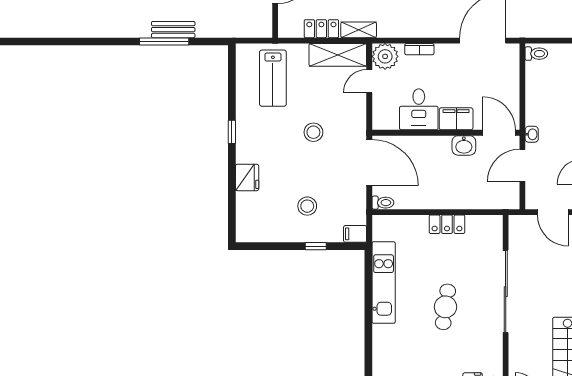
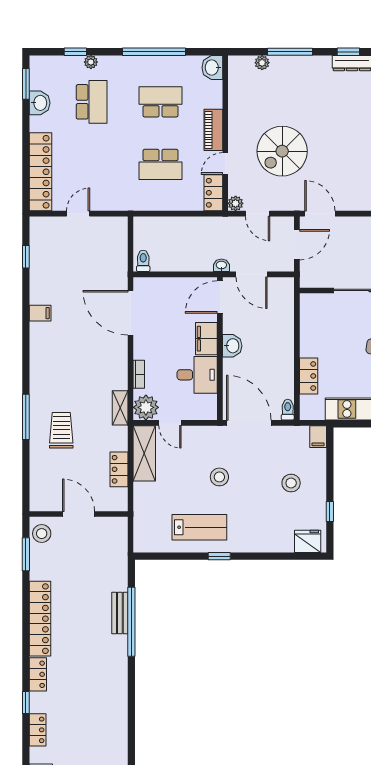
shelving: (359, 30) -> (120, 408), moved
window: (164, 41) -> (131, 622), width x1.46
lab bench: (273, 78) -> (199, 527), moved
washbasin: (464, 145) -> (232, 346), moved
door: (369, 163) -> (249, 423), hinge flipped
fridge: (247, 177) -> (308, 541), moved
locker: (447, 224) -> (309, 376), moved
window: (316, 246) -> (330, 511), moved

